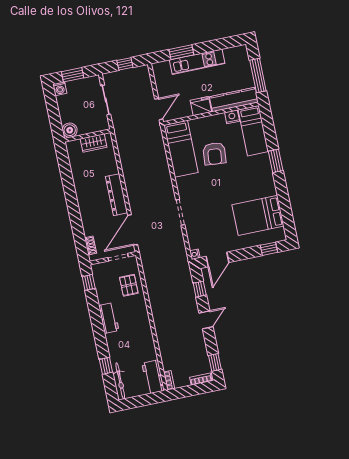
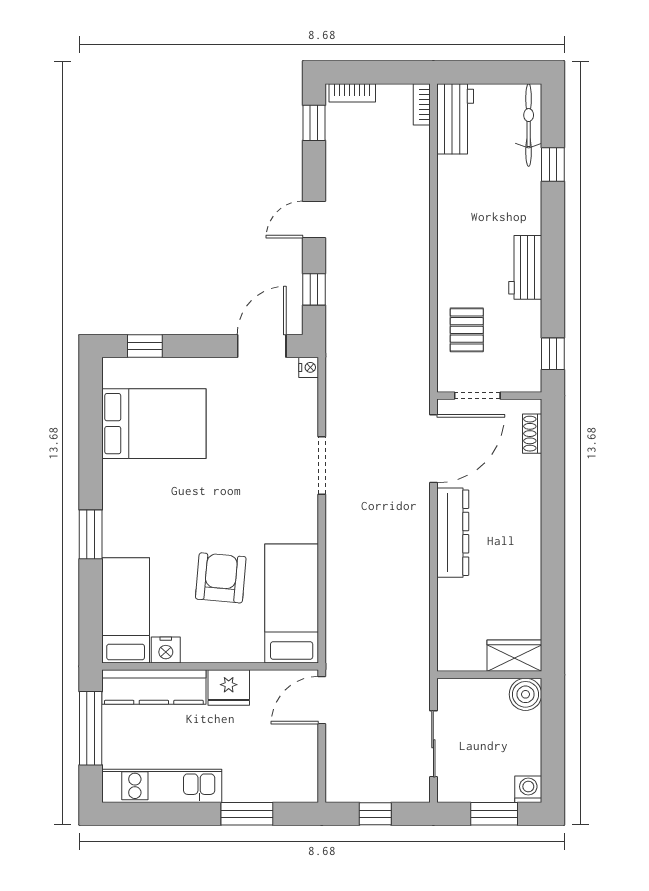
kitchen unit: (197, 62) -> (162, 786), moved
wardrobe: (94, 143) -> (514, 656), moved

